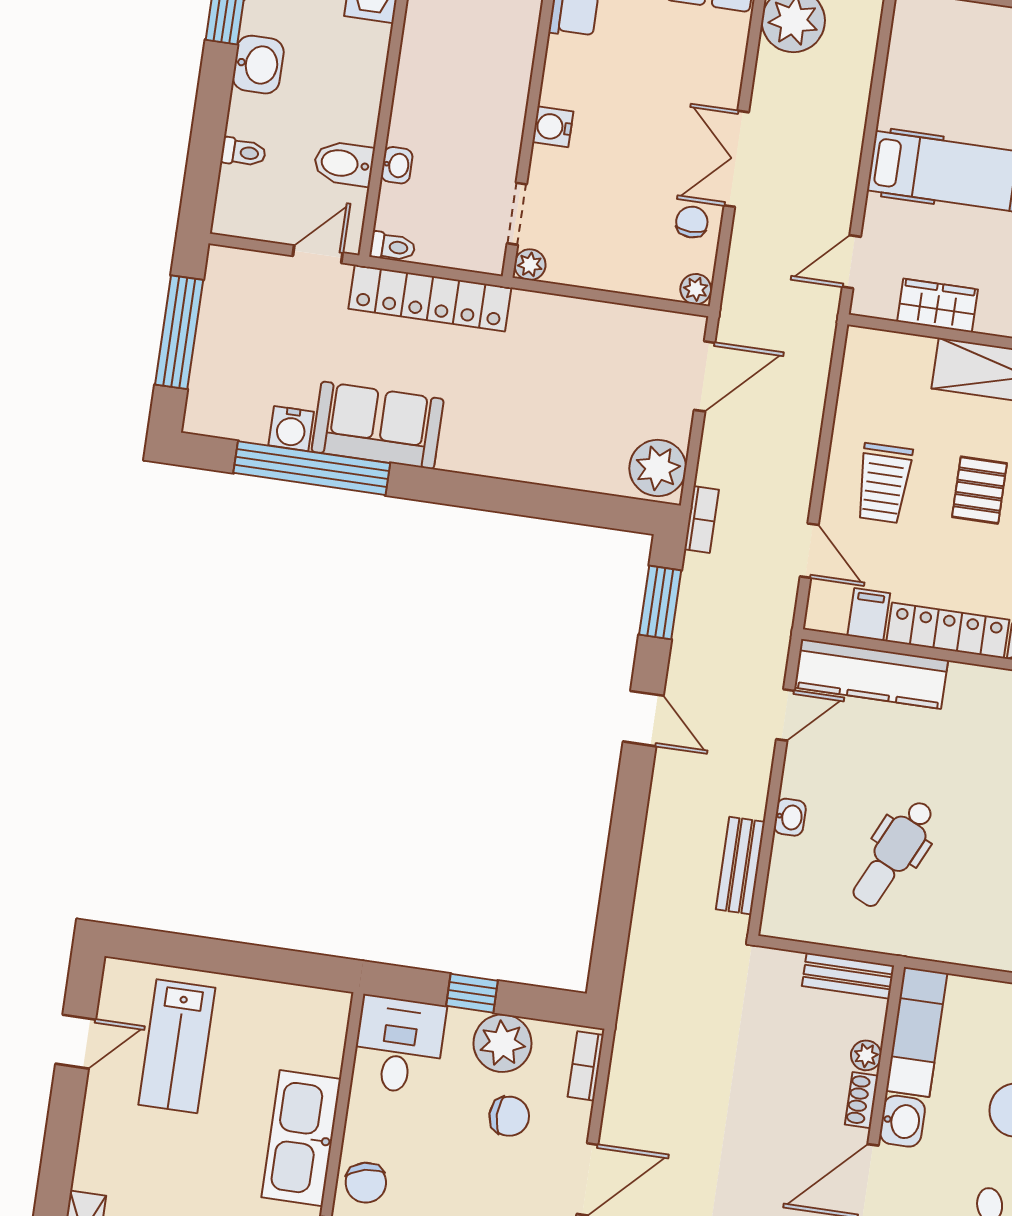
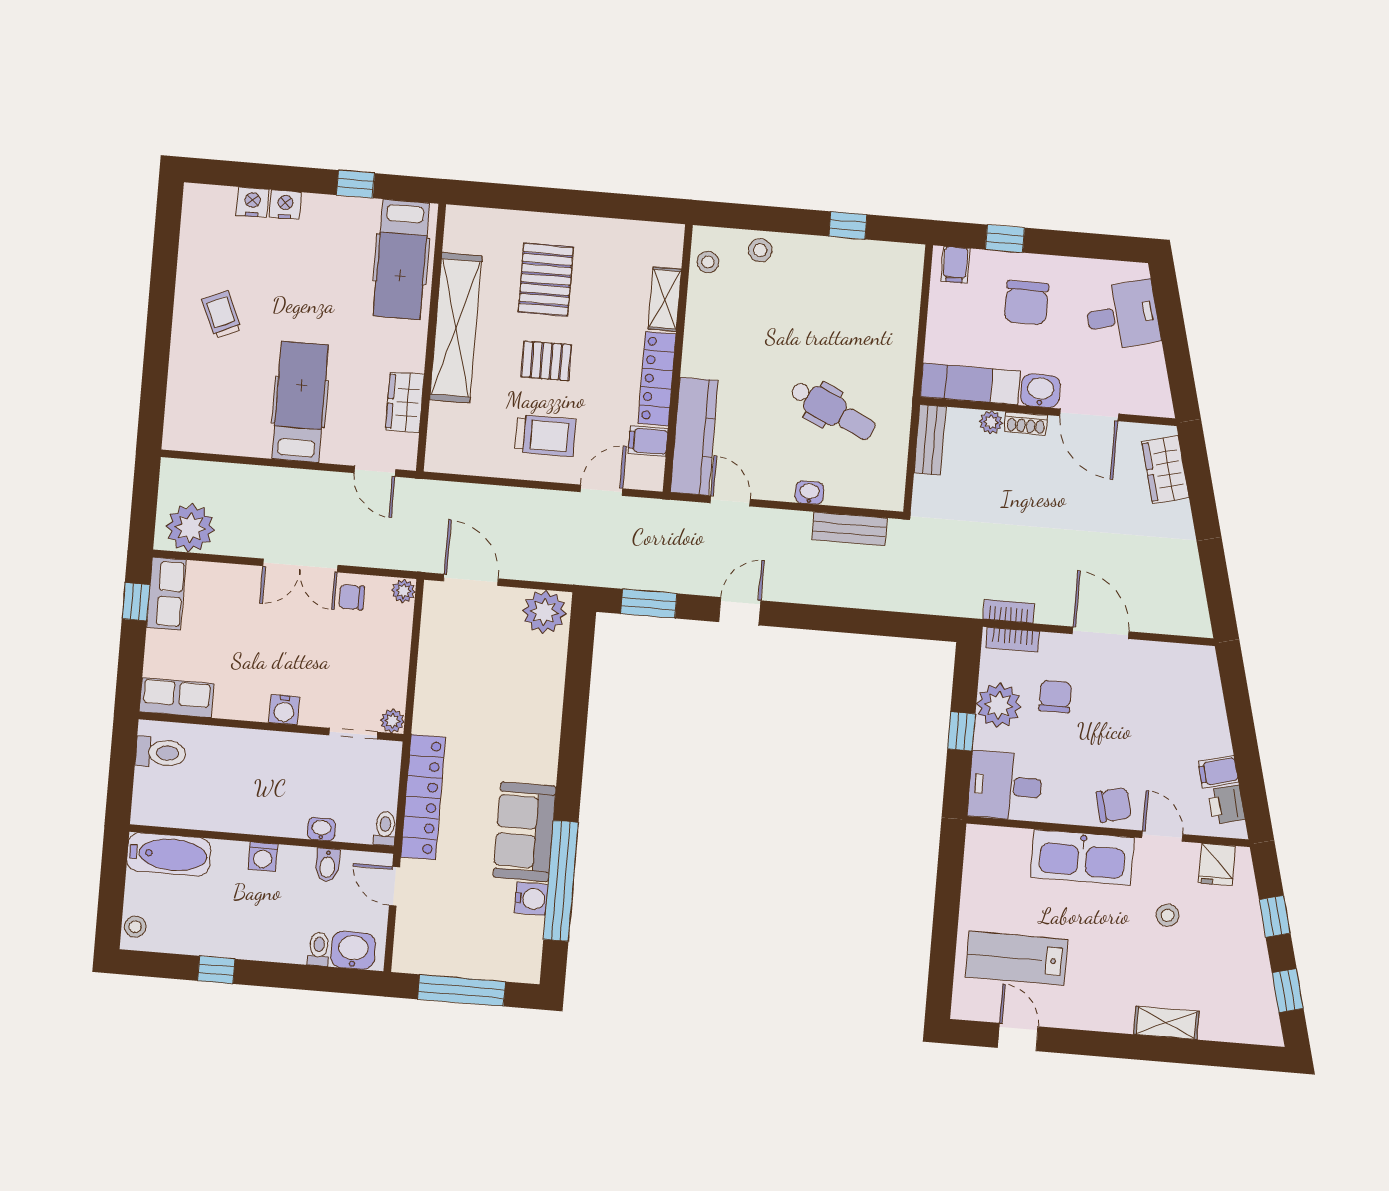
washbasin: (258, 65) -> (353, 950), moved
washing machine: (366, 88) -> (263, 857), added
bidet: (344, 164) -> (327, 865), width x0.72, depth x0.74
bookcase: (702, 519) -> (1009, 611), moved
lab bench: (177, 1046) -> (1017, 958), turned 180

